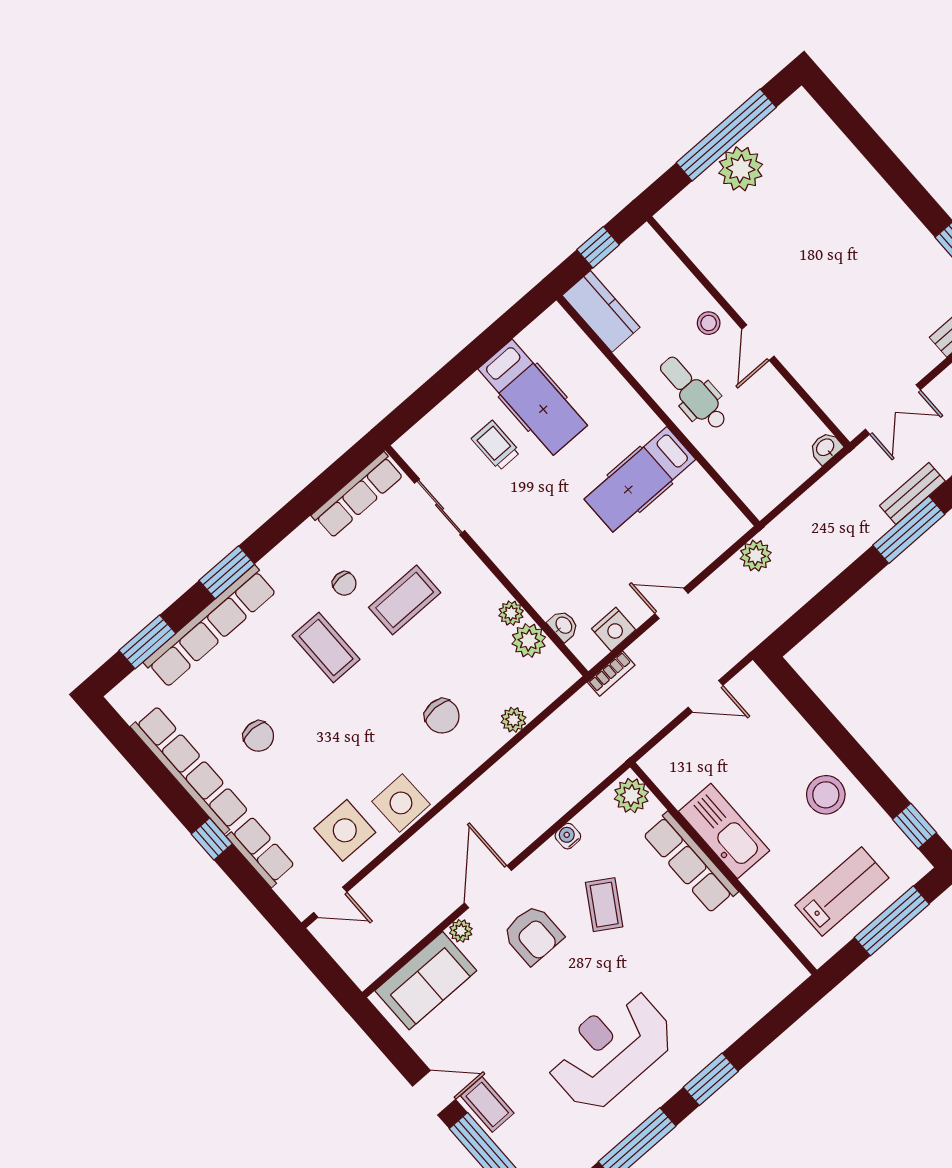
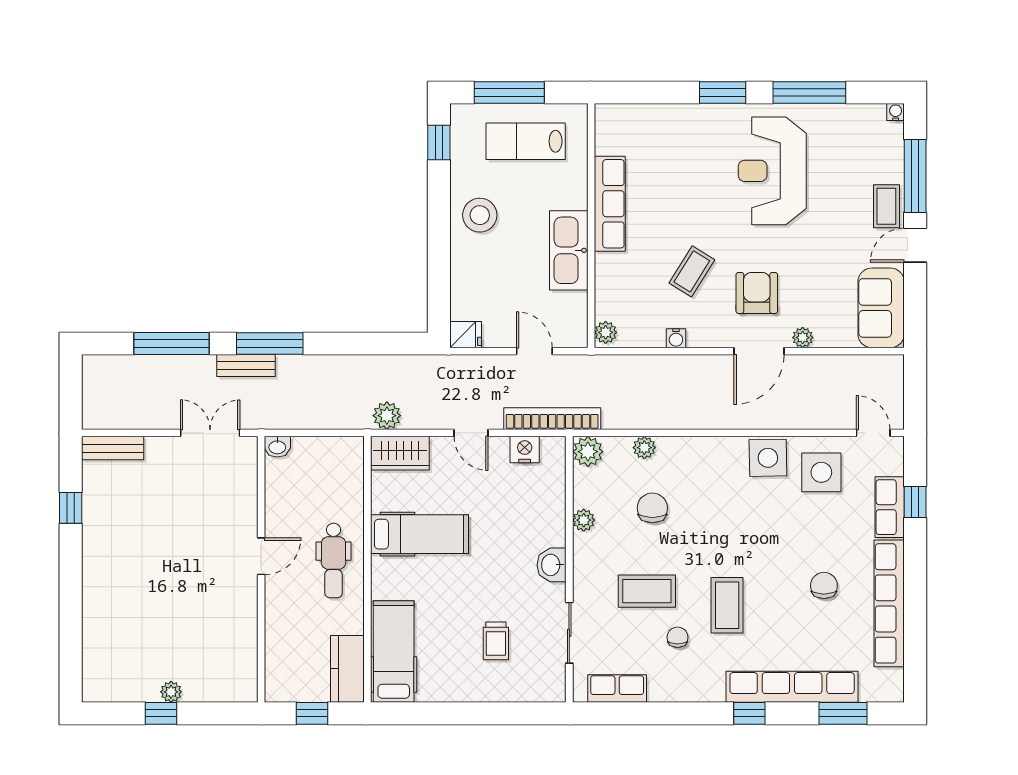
window: (726, 135) -> (161, 713), width x0.32
plant: (741, 169) -> (171, 692), width x0.53, depth x0.53
stool: (709, 323) -> (282, 598), removed
hospital bed: (533, 397) -> (394, 652), moved
row of seats: (358, 495) -> (617, 688), width x0.68
wardrobe: (717, 533) -> (400, 453), added
window: (227, 572) -> (749, 713), width x0.67
washbasin: (563, 626) -> (552, 565), moved, width x1.38, depth x1.45
plant: (529, 640) -> (588, 452), moved
bookcase: (611, 674) -> (552, 419), width x2.31, depth x1.31
fridge: (749, 683) -> (466, 335), added
door: (705, 696) -> (534, 351), moved
chair: (442, 716) -> (652, 508), moved
plant: (631, 796) -> (606, 332), width x0.73, depth x0.73
window: (212, 839) -> (915, 502), moved
row of seats: (690, 863) -> (610, 204), moved
sofa: (426, 981) -> (881, 308), moved, turned -90
reception desk: (610, 1050) -> (772, 171), turned 90
door: (434, 1093) -> (915, 245), hinge flipped

